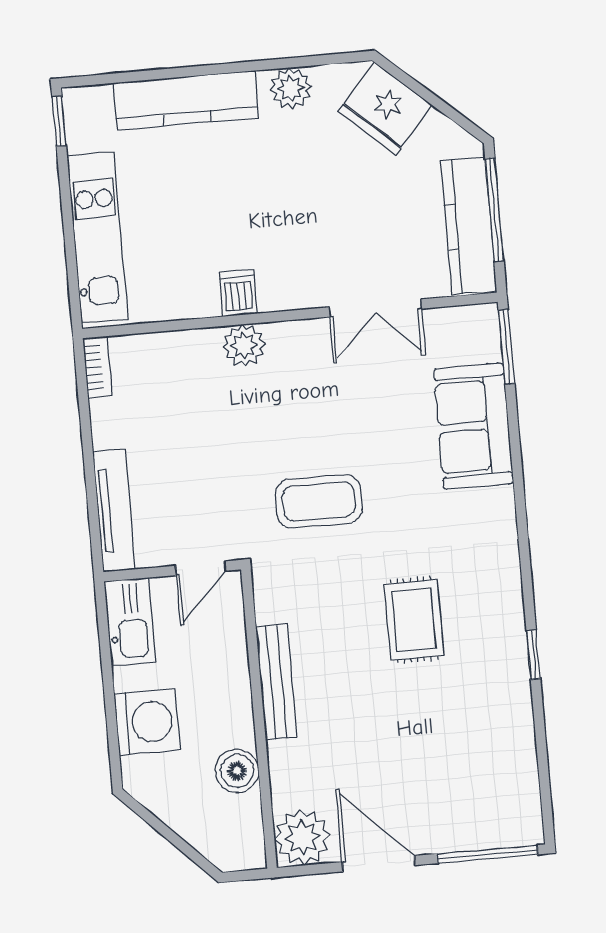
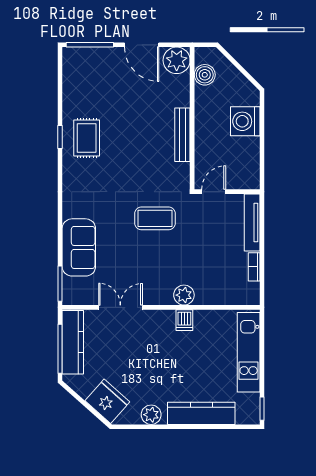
bookcase: (97, 367) -> (254, 267), moved
rug: (414, 620) -> (87, 138), moved
kitchen sink: (130, 622) -> (249, 169), removed
boiler: (237, 771) -> (205, 75), moved

